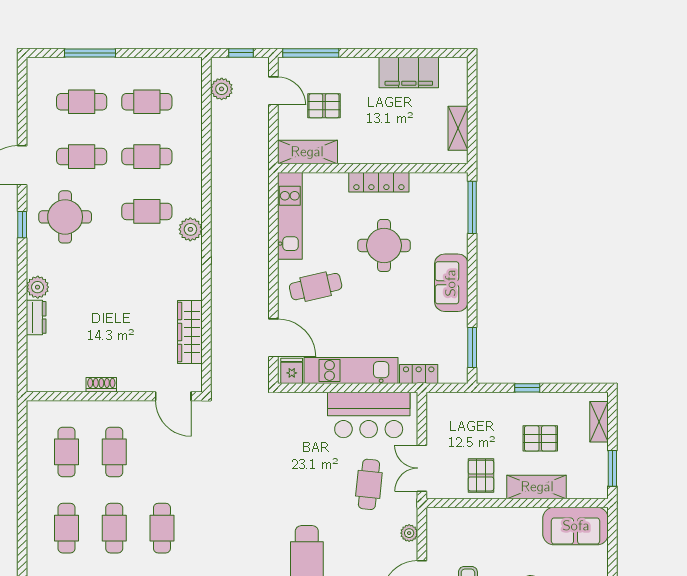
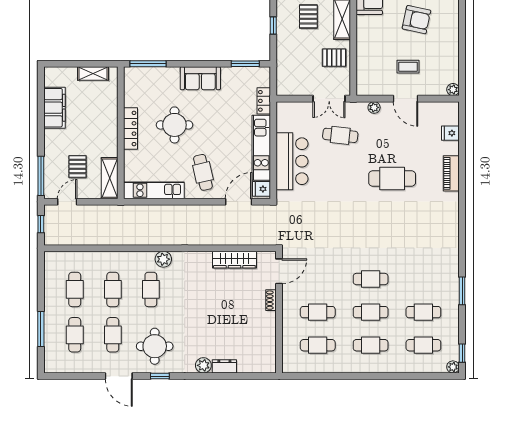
plant: (222, 89) -> (66, 238), removed
shoe rack: (101, 385) -> (271, 300), moved
bar counter: (369, 415) -> (292, 161), moved

